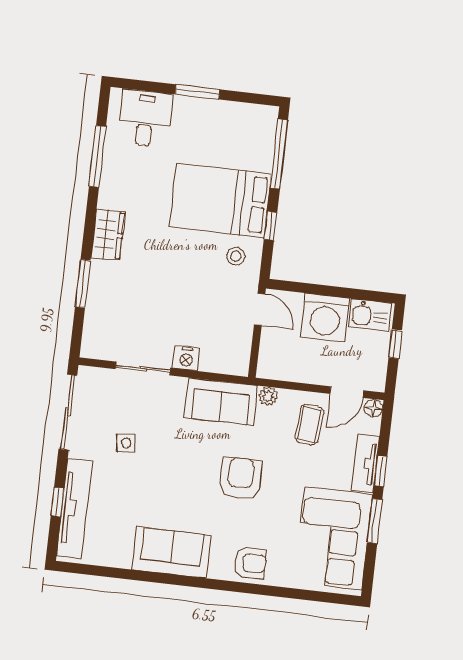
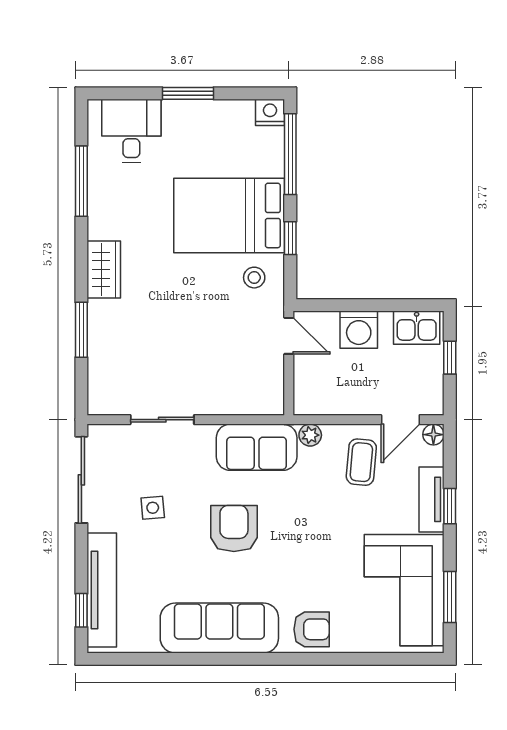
washing machine: (325, 318) -> (359, 330), width x0.73, depth x0.73
nightstand: (186, 358) -> (270, 112), moved, turned 180
armchair: (240, 478) -> (234, 528), moved
window: (58, 502) -> (81, 610), moved
window: (375, 521) -> (450, 597), moved
sofa: (171, 553) -> (219, 628), width x1.36

